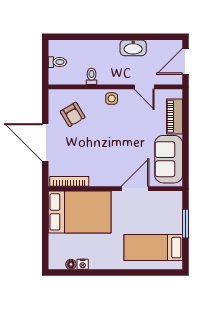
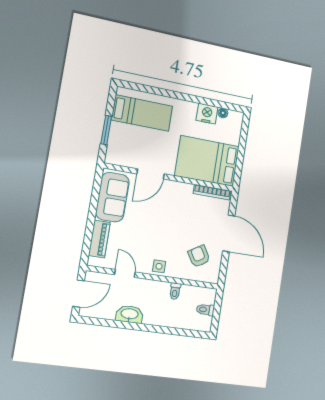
nightstand: (83, 264) -> (207, 114), width x1.89, depth x1.79

